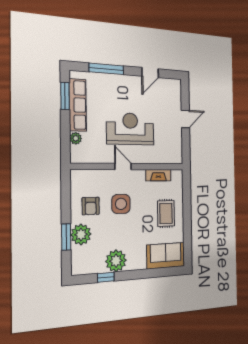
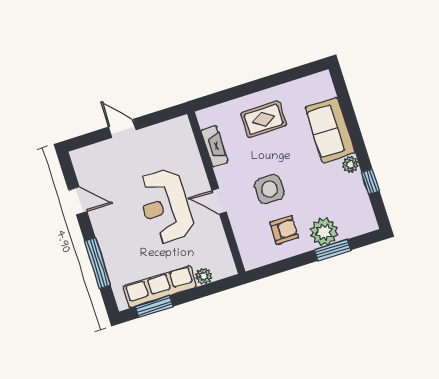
door: (123, 166) -> (219, 201), hinge flipped
sofa: (166, 256) -> (330, 130), moved
plant: (116, 261) -> (350, 165), width x0.53, depth x0.53

